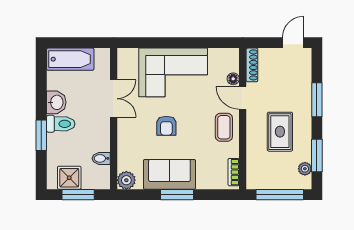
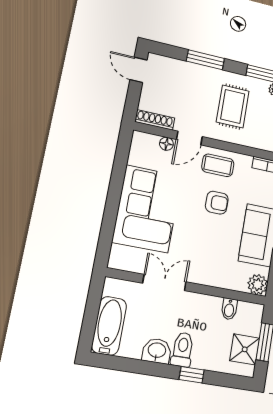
armchair: (166, 126) -> (217, 203), moved
rug: (280, 132) -> (233, 107), turned 90
window: (41, 135) -> (192, 375), width x0.67

